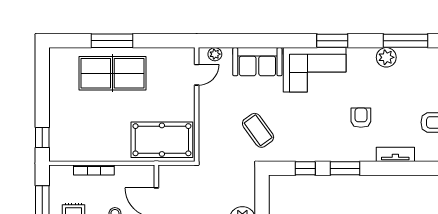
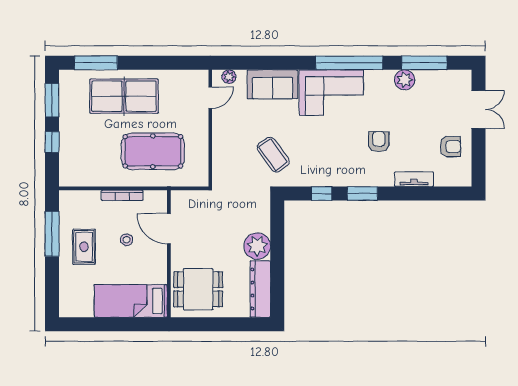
window: (112, 41) -> (96, 63), moved
window: (332, 41) -> (349, 63), width x2.11
window: (42, 77) -> (52, 100), added
window: (42, 137) -> (52, 142), moved
pool table: (162, 140) -> (153, 151), moved
bookcase: (94, 170) -> (122, 195), moved

